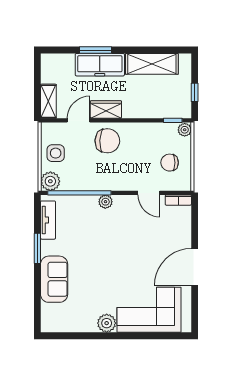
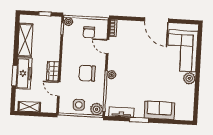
shelving: (48, 101) -> (29, 107), moved
chair: (107, 141) -> (87, 73), moved, turned -93
door: (149, 193) -> (108, 47), swing flipped

